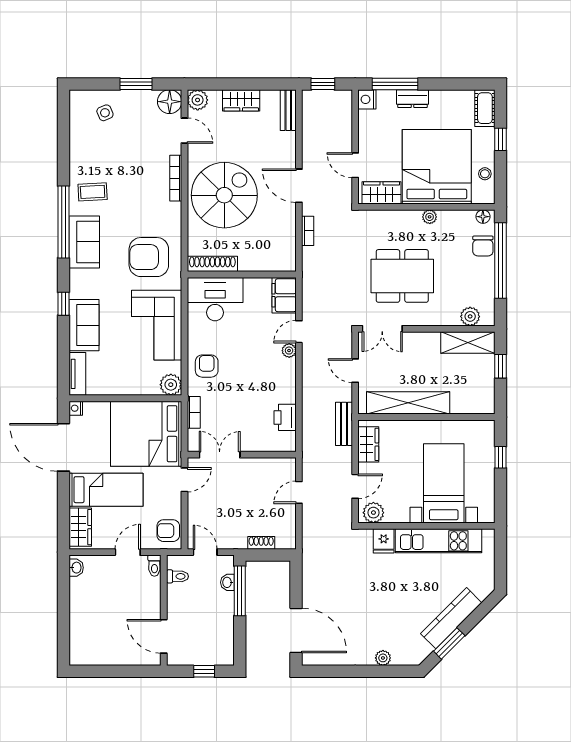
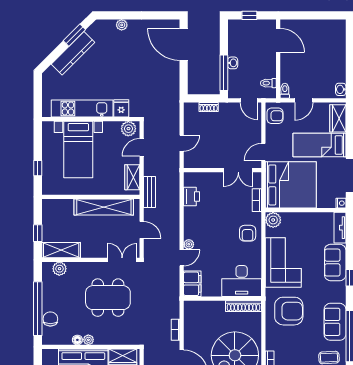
floor lamp: (483, 217) -> (77, 340), moved
washbasin: (227, 582) -> (233, 63), moved

